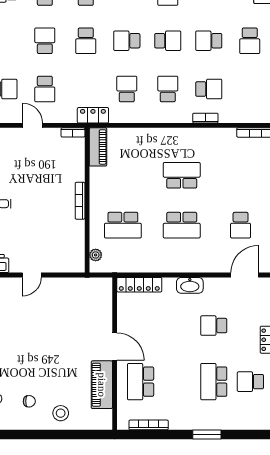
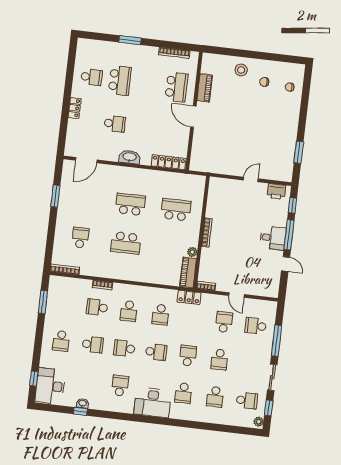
school desk: (250, 41) -> (61, 341), turned 180
school desk: (241, 225) -> (80, 238), moved
plant: (96, 255) -> (192, 252), moved
piano: (102, 385) -> (205, 88), width x0.73, depth x0.75

